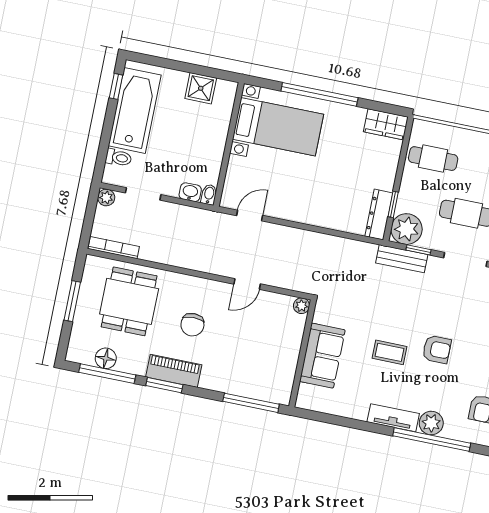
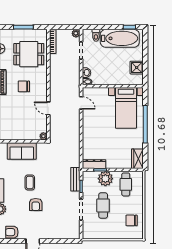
plant: (407, 229) -> (105, 179), moved

